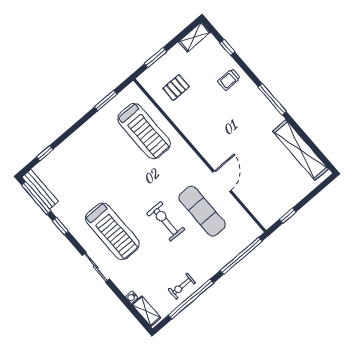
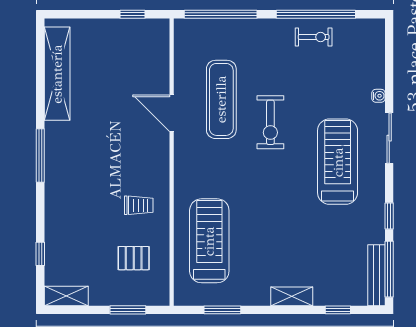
trolley: (229, 80) -> (139, 205), moved
door: (222, 181) -> (172, 113), hinge flipped
water cooler: (132, 297) -> (378, 96), moved
shelving: (146, 311) -> (292, 296), moved, turned 90

